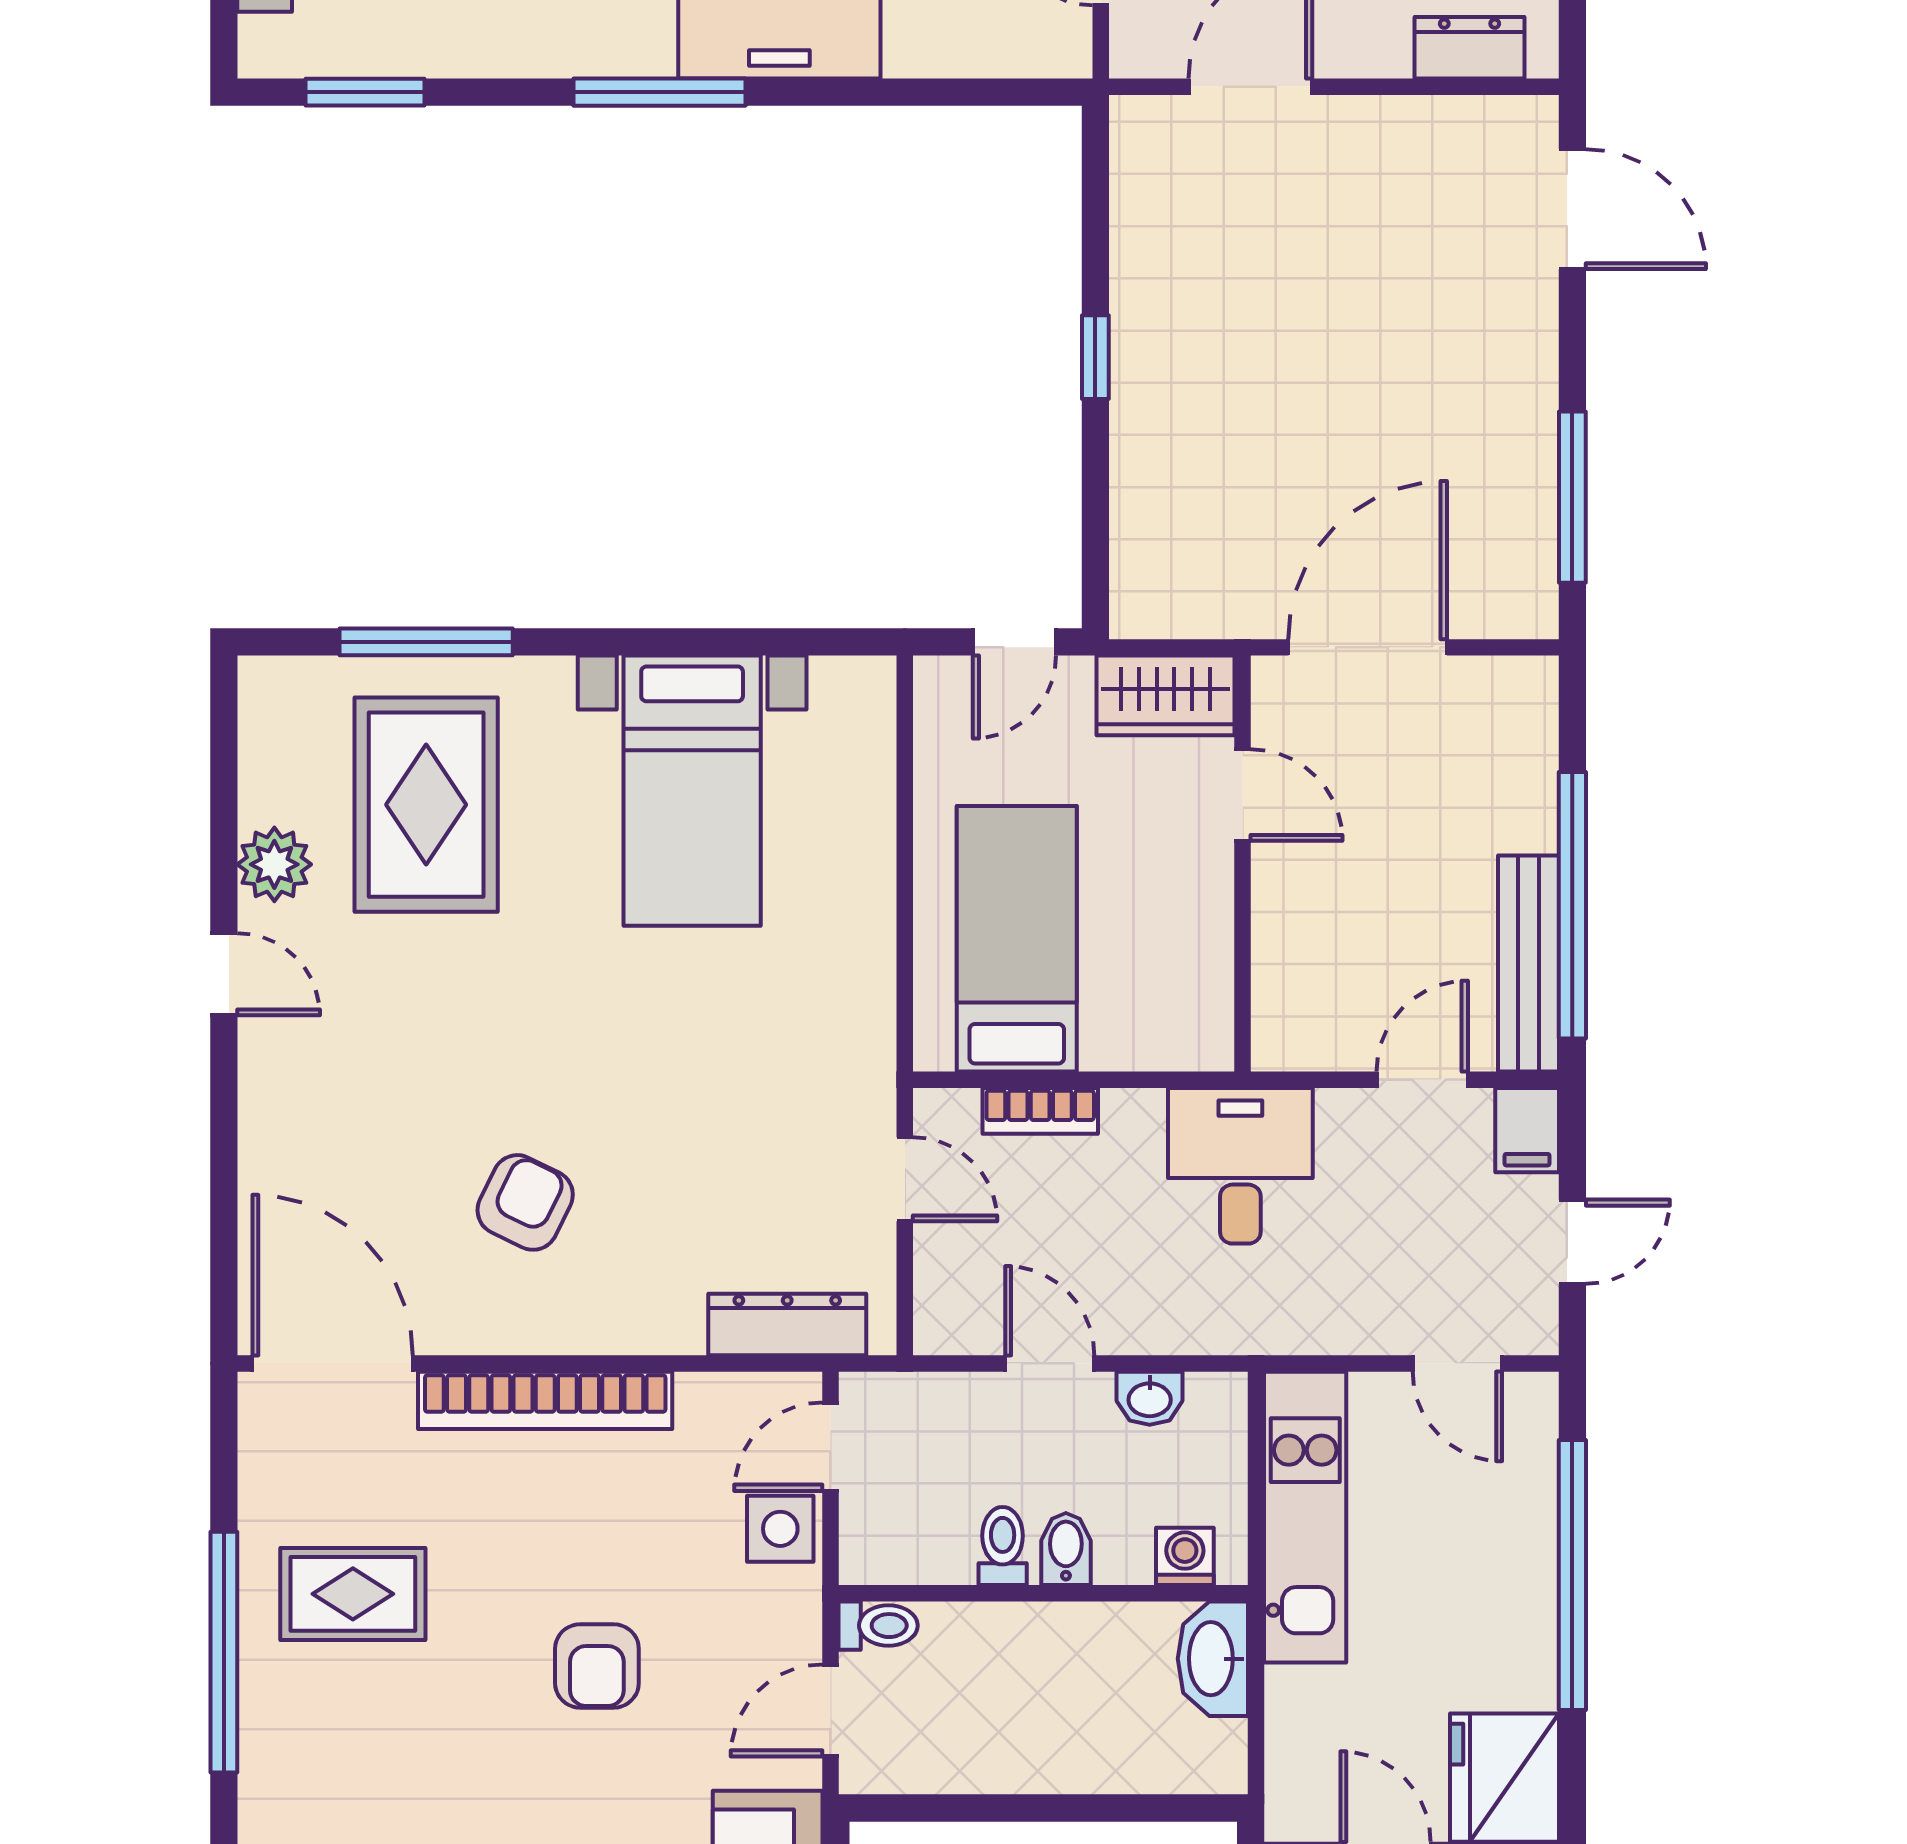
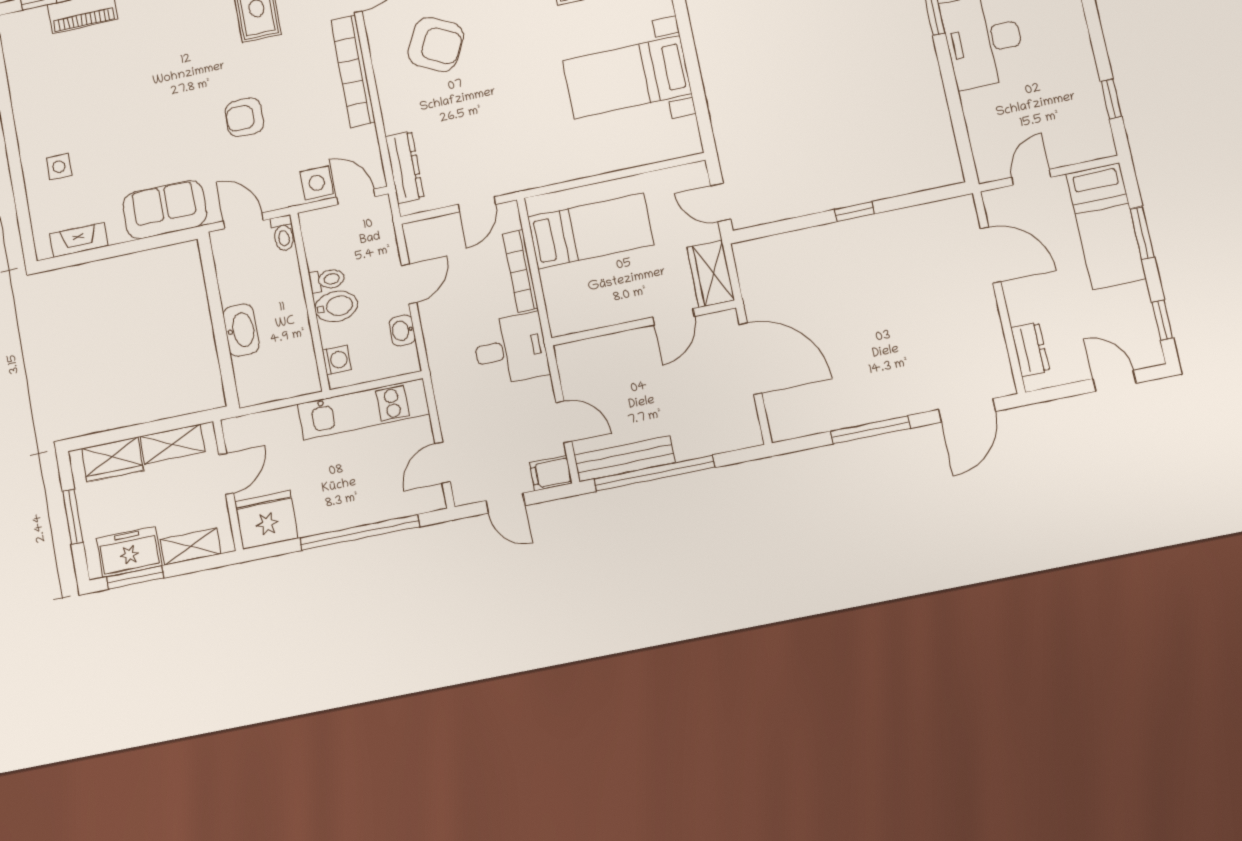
window: (1572, 497) -> (870, 430), moved
bookcase: (1040, 1111) -> (520, 271), width x1.56
armchair: (525, 1202) -> (436, 44), width x1.38, depth x1.38
bidet: (1066, 1549) -> (336, 306), width x1.38, depth x1.36
washbasin: (1213, 1659) -> (241, 330), moved, turned 90

